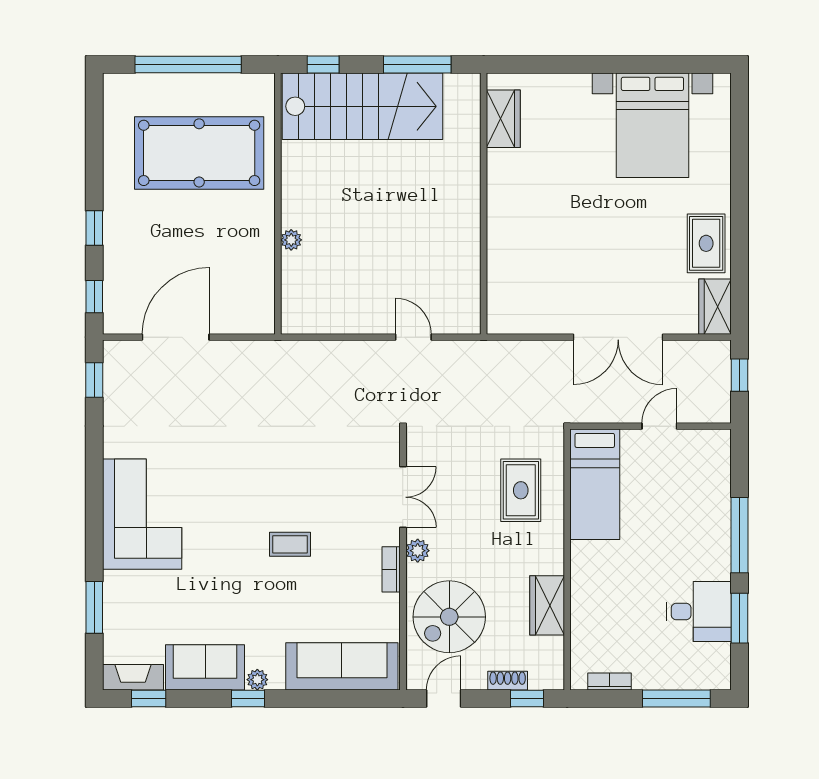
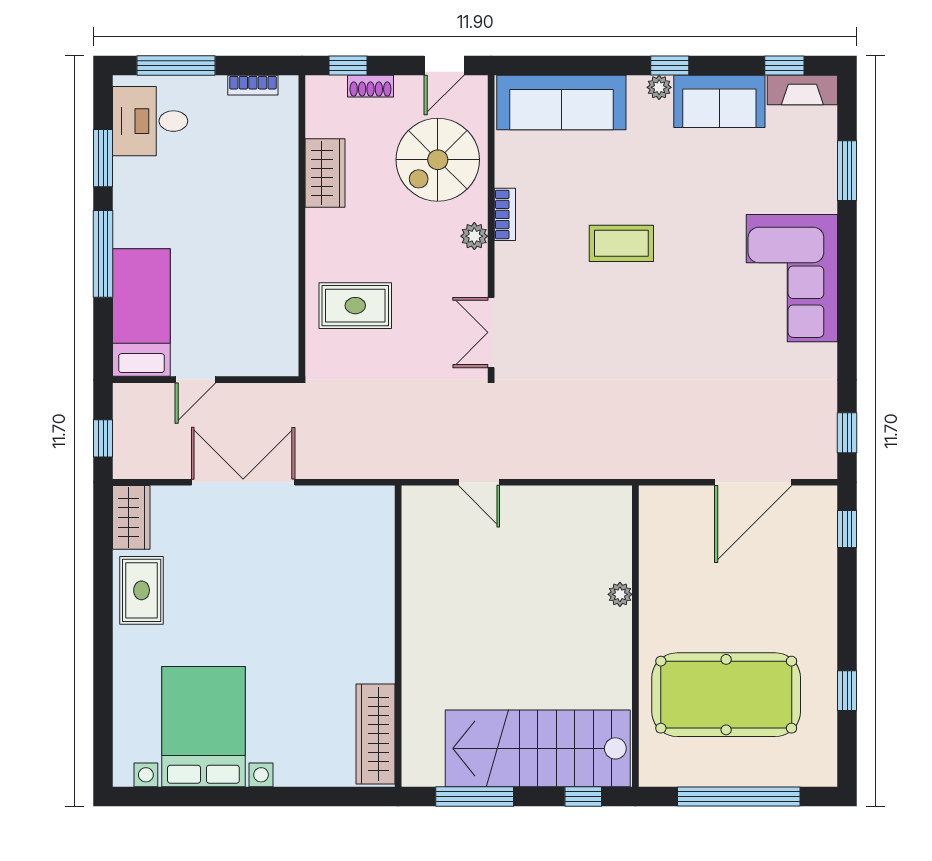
wardrobe: (503, 119) -> (376, 734), width x1.50
window: (94, 228) -> (847, 691), moved
bed: (595, 484) -> (141, 313), moved
rug: (521, 490) -> (355, 306), turned 90
double door: (403, 497) -> (491, 332), moved
coffee table: (290, 544) -> (621, 243), width x1.36, depth x1.30
desk: (699, 612) -> (150, 121), moved
spiral stairs: (449, 617) -> (438, 160), turned 180

